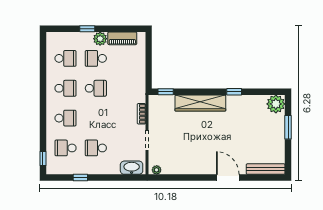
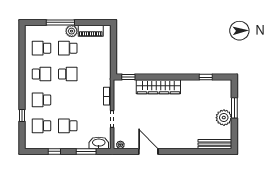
window: (87, 29) -> (60, 22), width x2.17
school desk: (65, 58) -> (41, 48), turned 180
window: (234, 92) -> (206, 77), moved
plant: (276, 104) -> (224, 118), moved
school desk: (65, 118) -> (41, 100), turned 180
window: (43, 159) -> (22, 116), moved
window: (117, 178) -> (86, 151), added
door: (228, 178) -> (148, 151), moved

